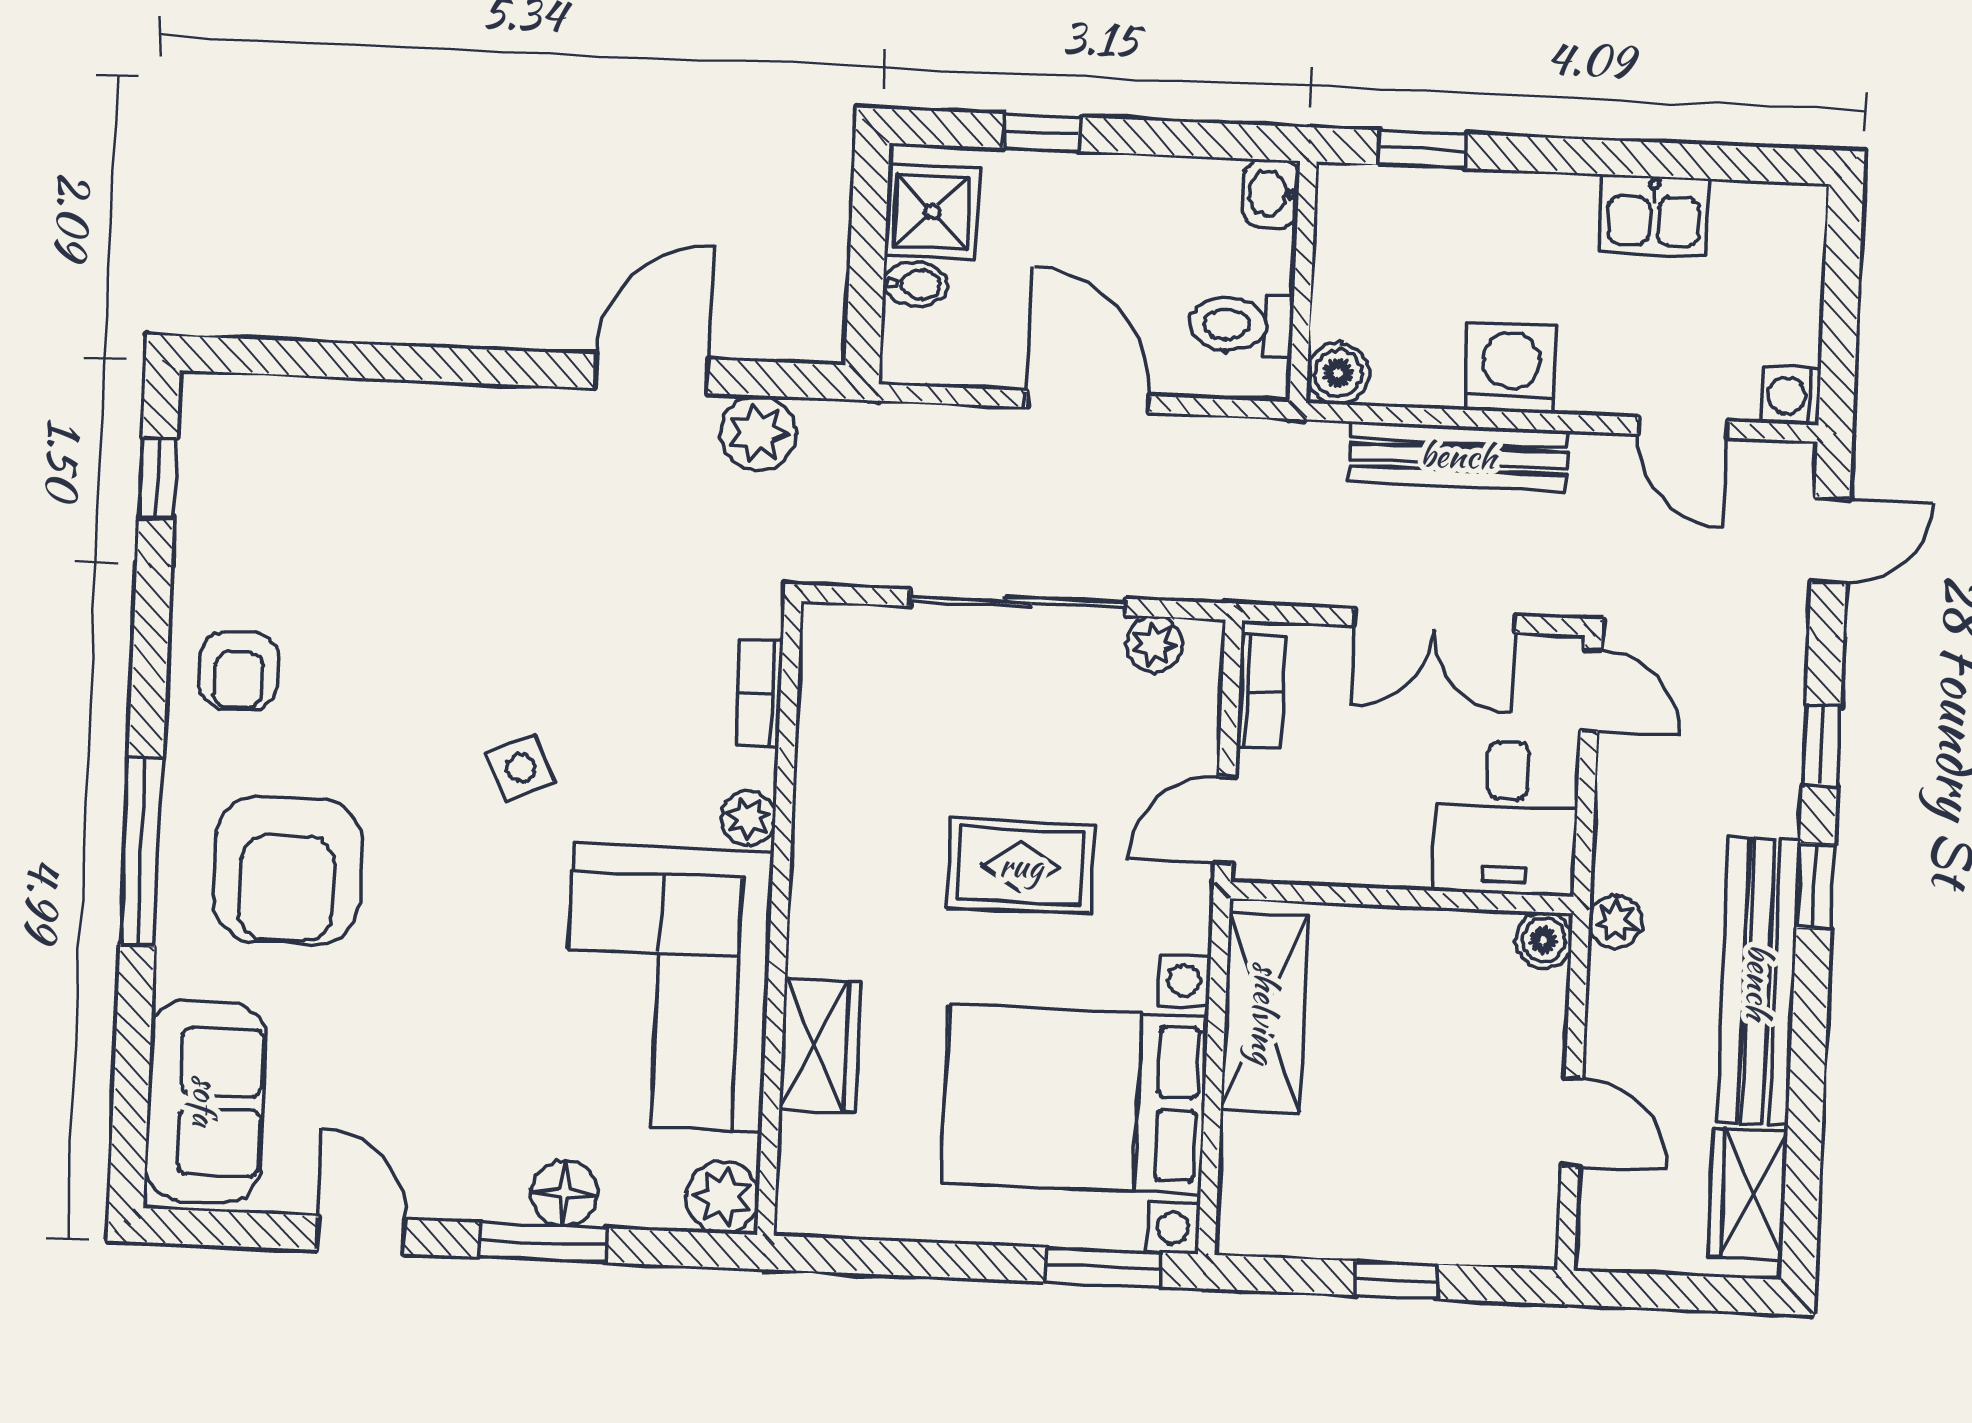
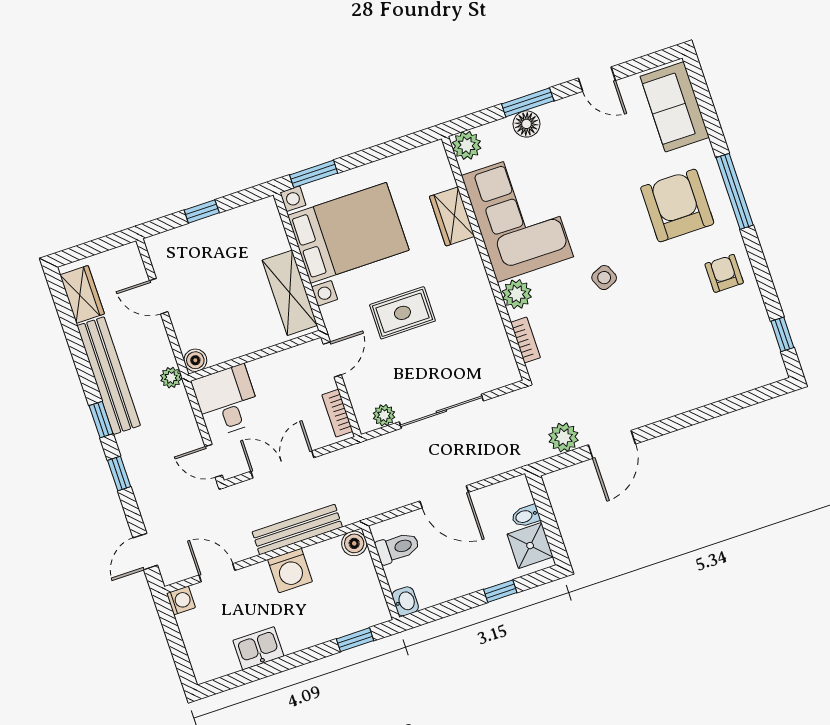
plant: (748, 818) -> (517, 294), width x1.38, depth x1.38

